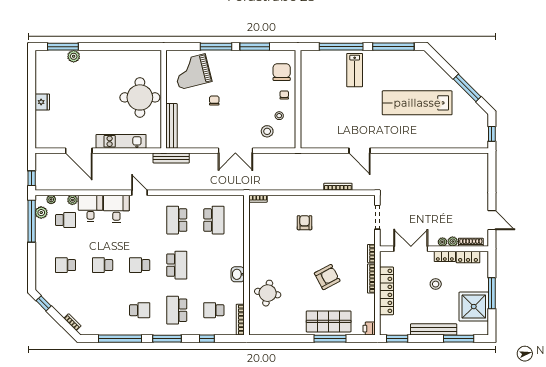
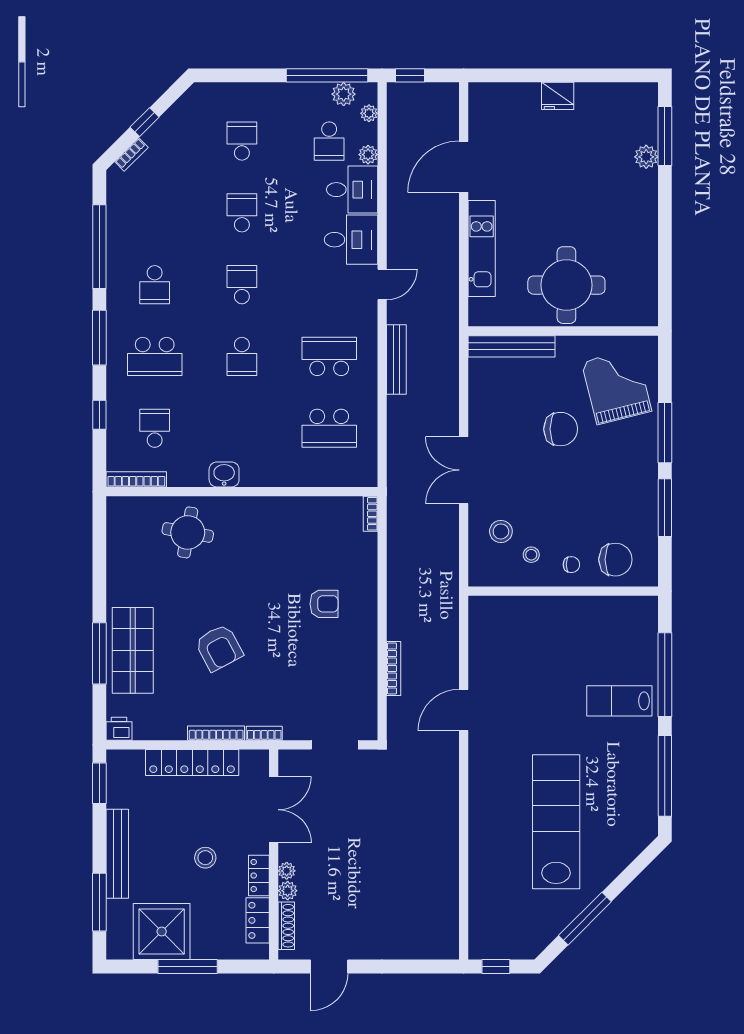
chair: (214, 100) -> (561, 429), width x1.87, depth x1.87
bench: (171, 158) -> (396, 360), moved
school desk: (177, 265) -> (242, 356), width x0.54
window: (44, 303) -> (145, 122), moved
school desk: (177, 310) -> (155, 356), turned 180

